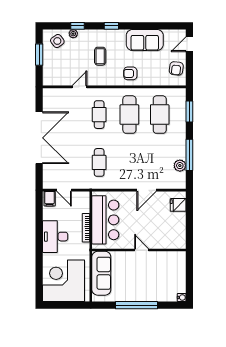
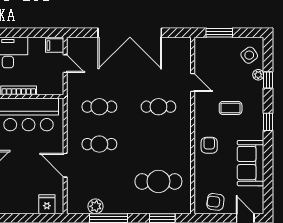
window: (39, 55) -> (219, 33), moved
cafe table: (129, 115) -> (99, 144), moved, width x0.73, depth x0.74
door: (64, 190) -> (65, 64), swing flipped

